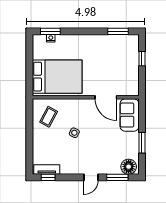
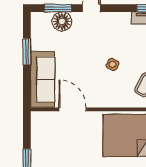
sofa: (130, 115) -> (43, 79), width x1.36
floor lamp: (129, 167) -> (62, 22), moved

